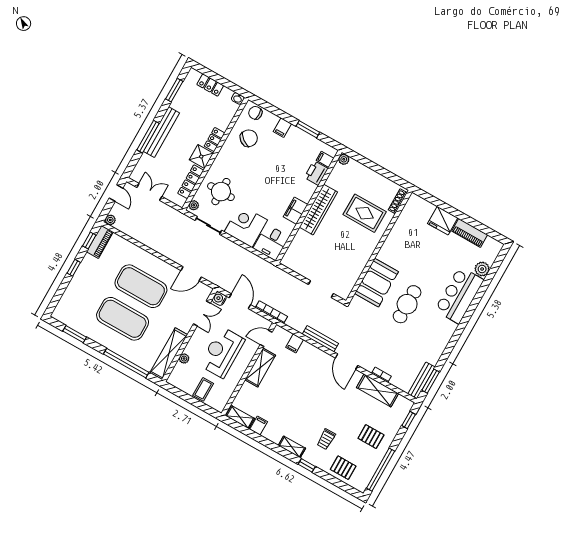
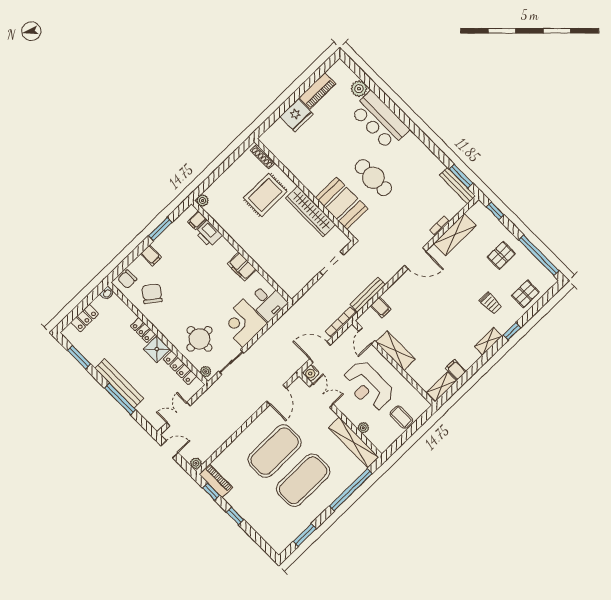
wardrobe: (318, 210) -> (311, 211), moved, turned 180
bench: (320, 339) -> (368, 295), moved

